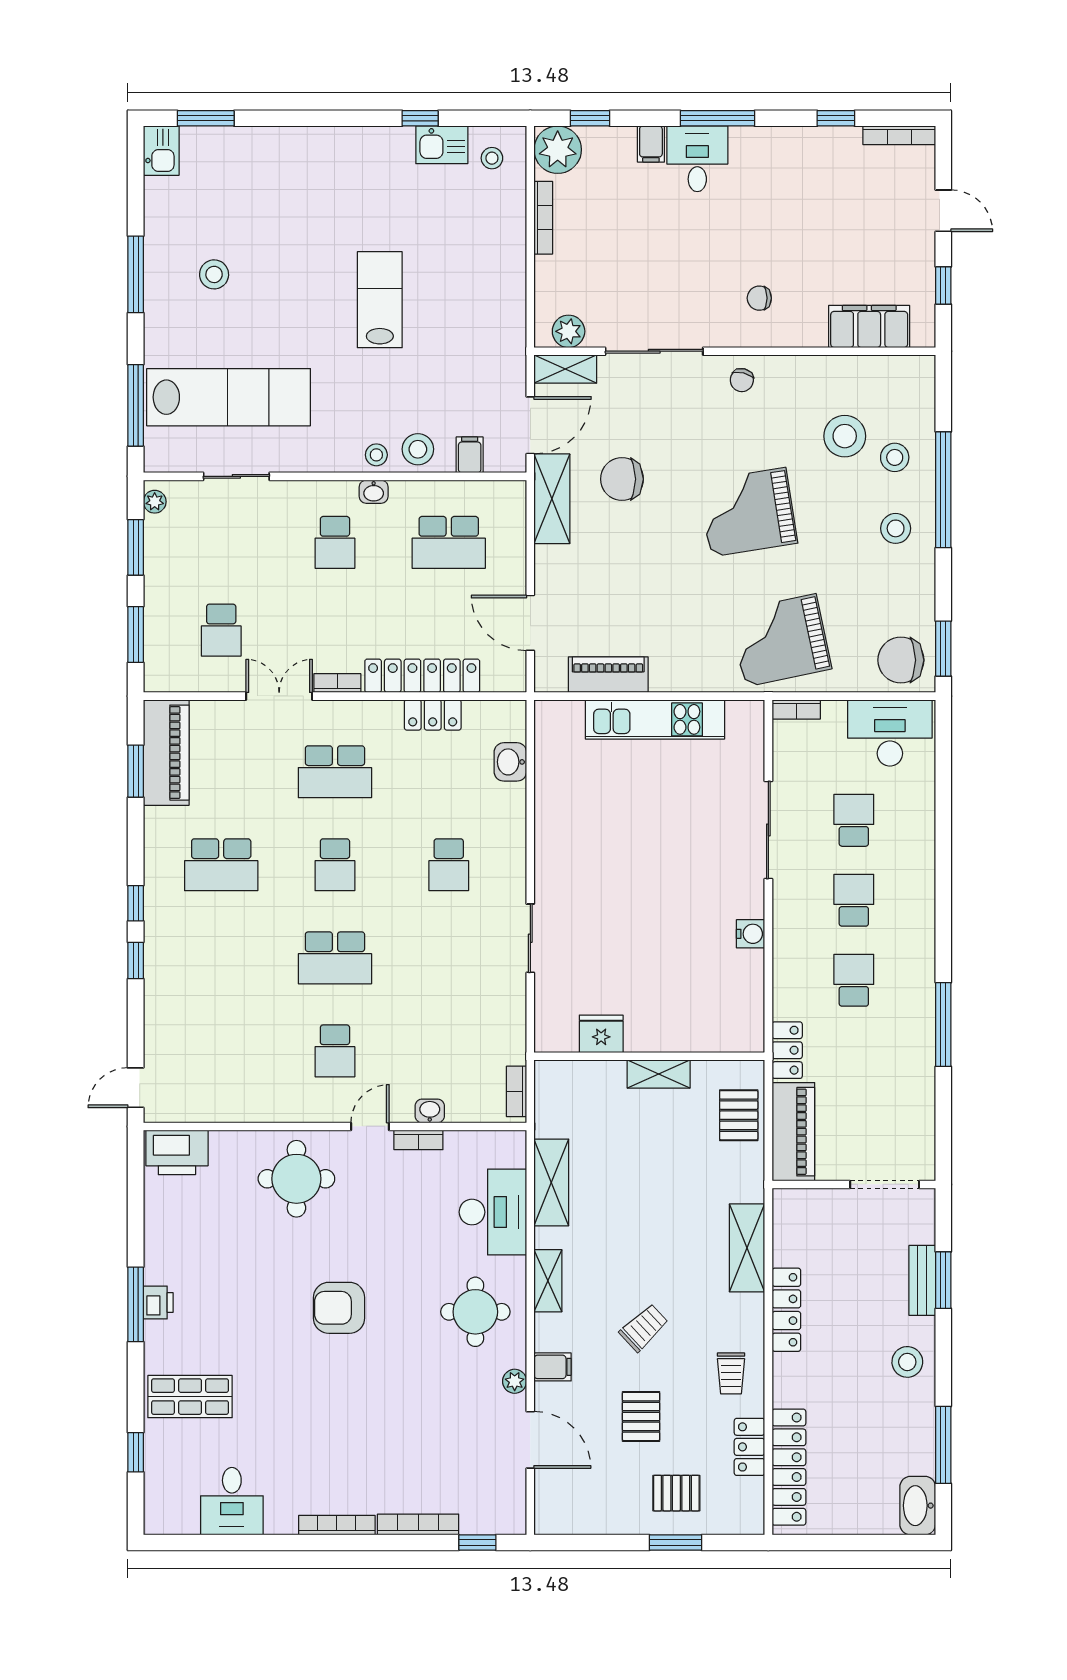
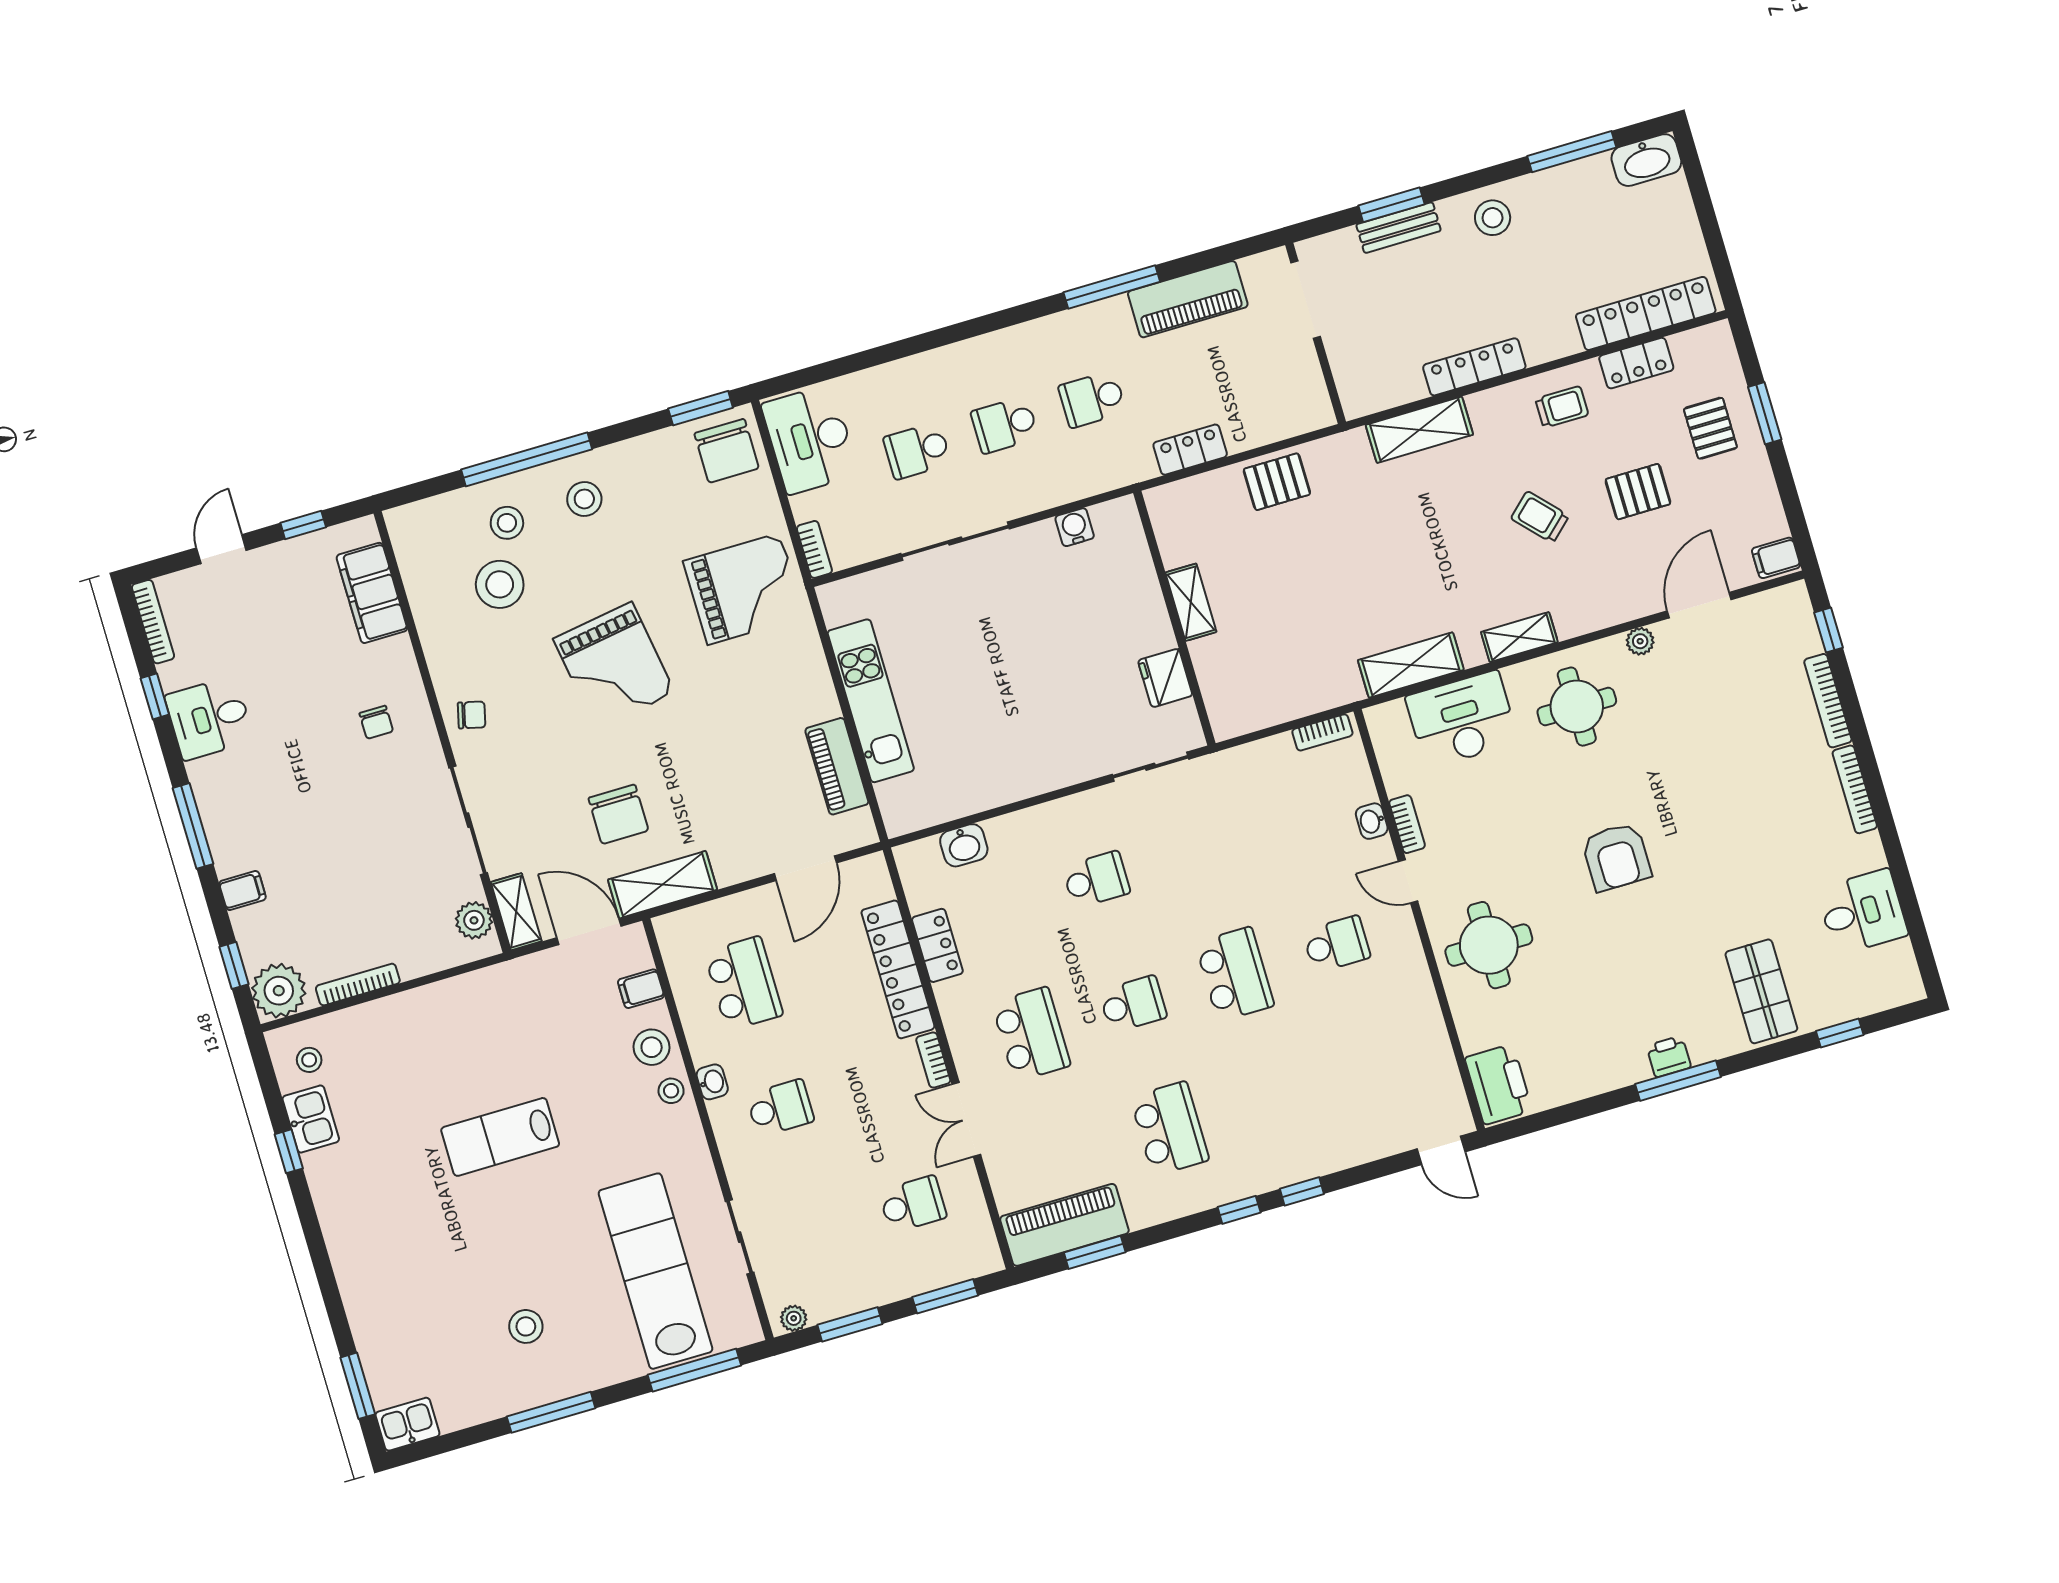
desk: (697, 159) -> (209, 718), moved
grand piano: (781, 640) -> (744, 589), turned -78
fridge: (601, 1034) -> (1165, 678), moved
wall: (649, 1056) -> (1174, 618), moved
shelving: (659, 1074) -> (1191, 602), moved
piano: (793, 1132) -> (1188, 299), moved, turned 180
filing cabinet: (553, 1367) -> (1776, 558), moved, turned -90

